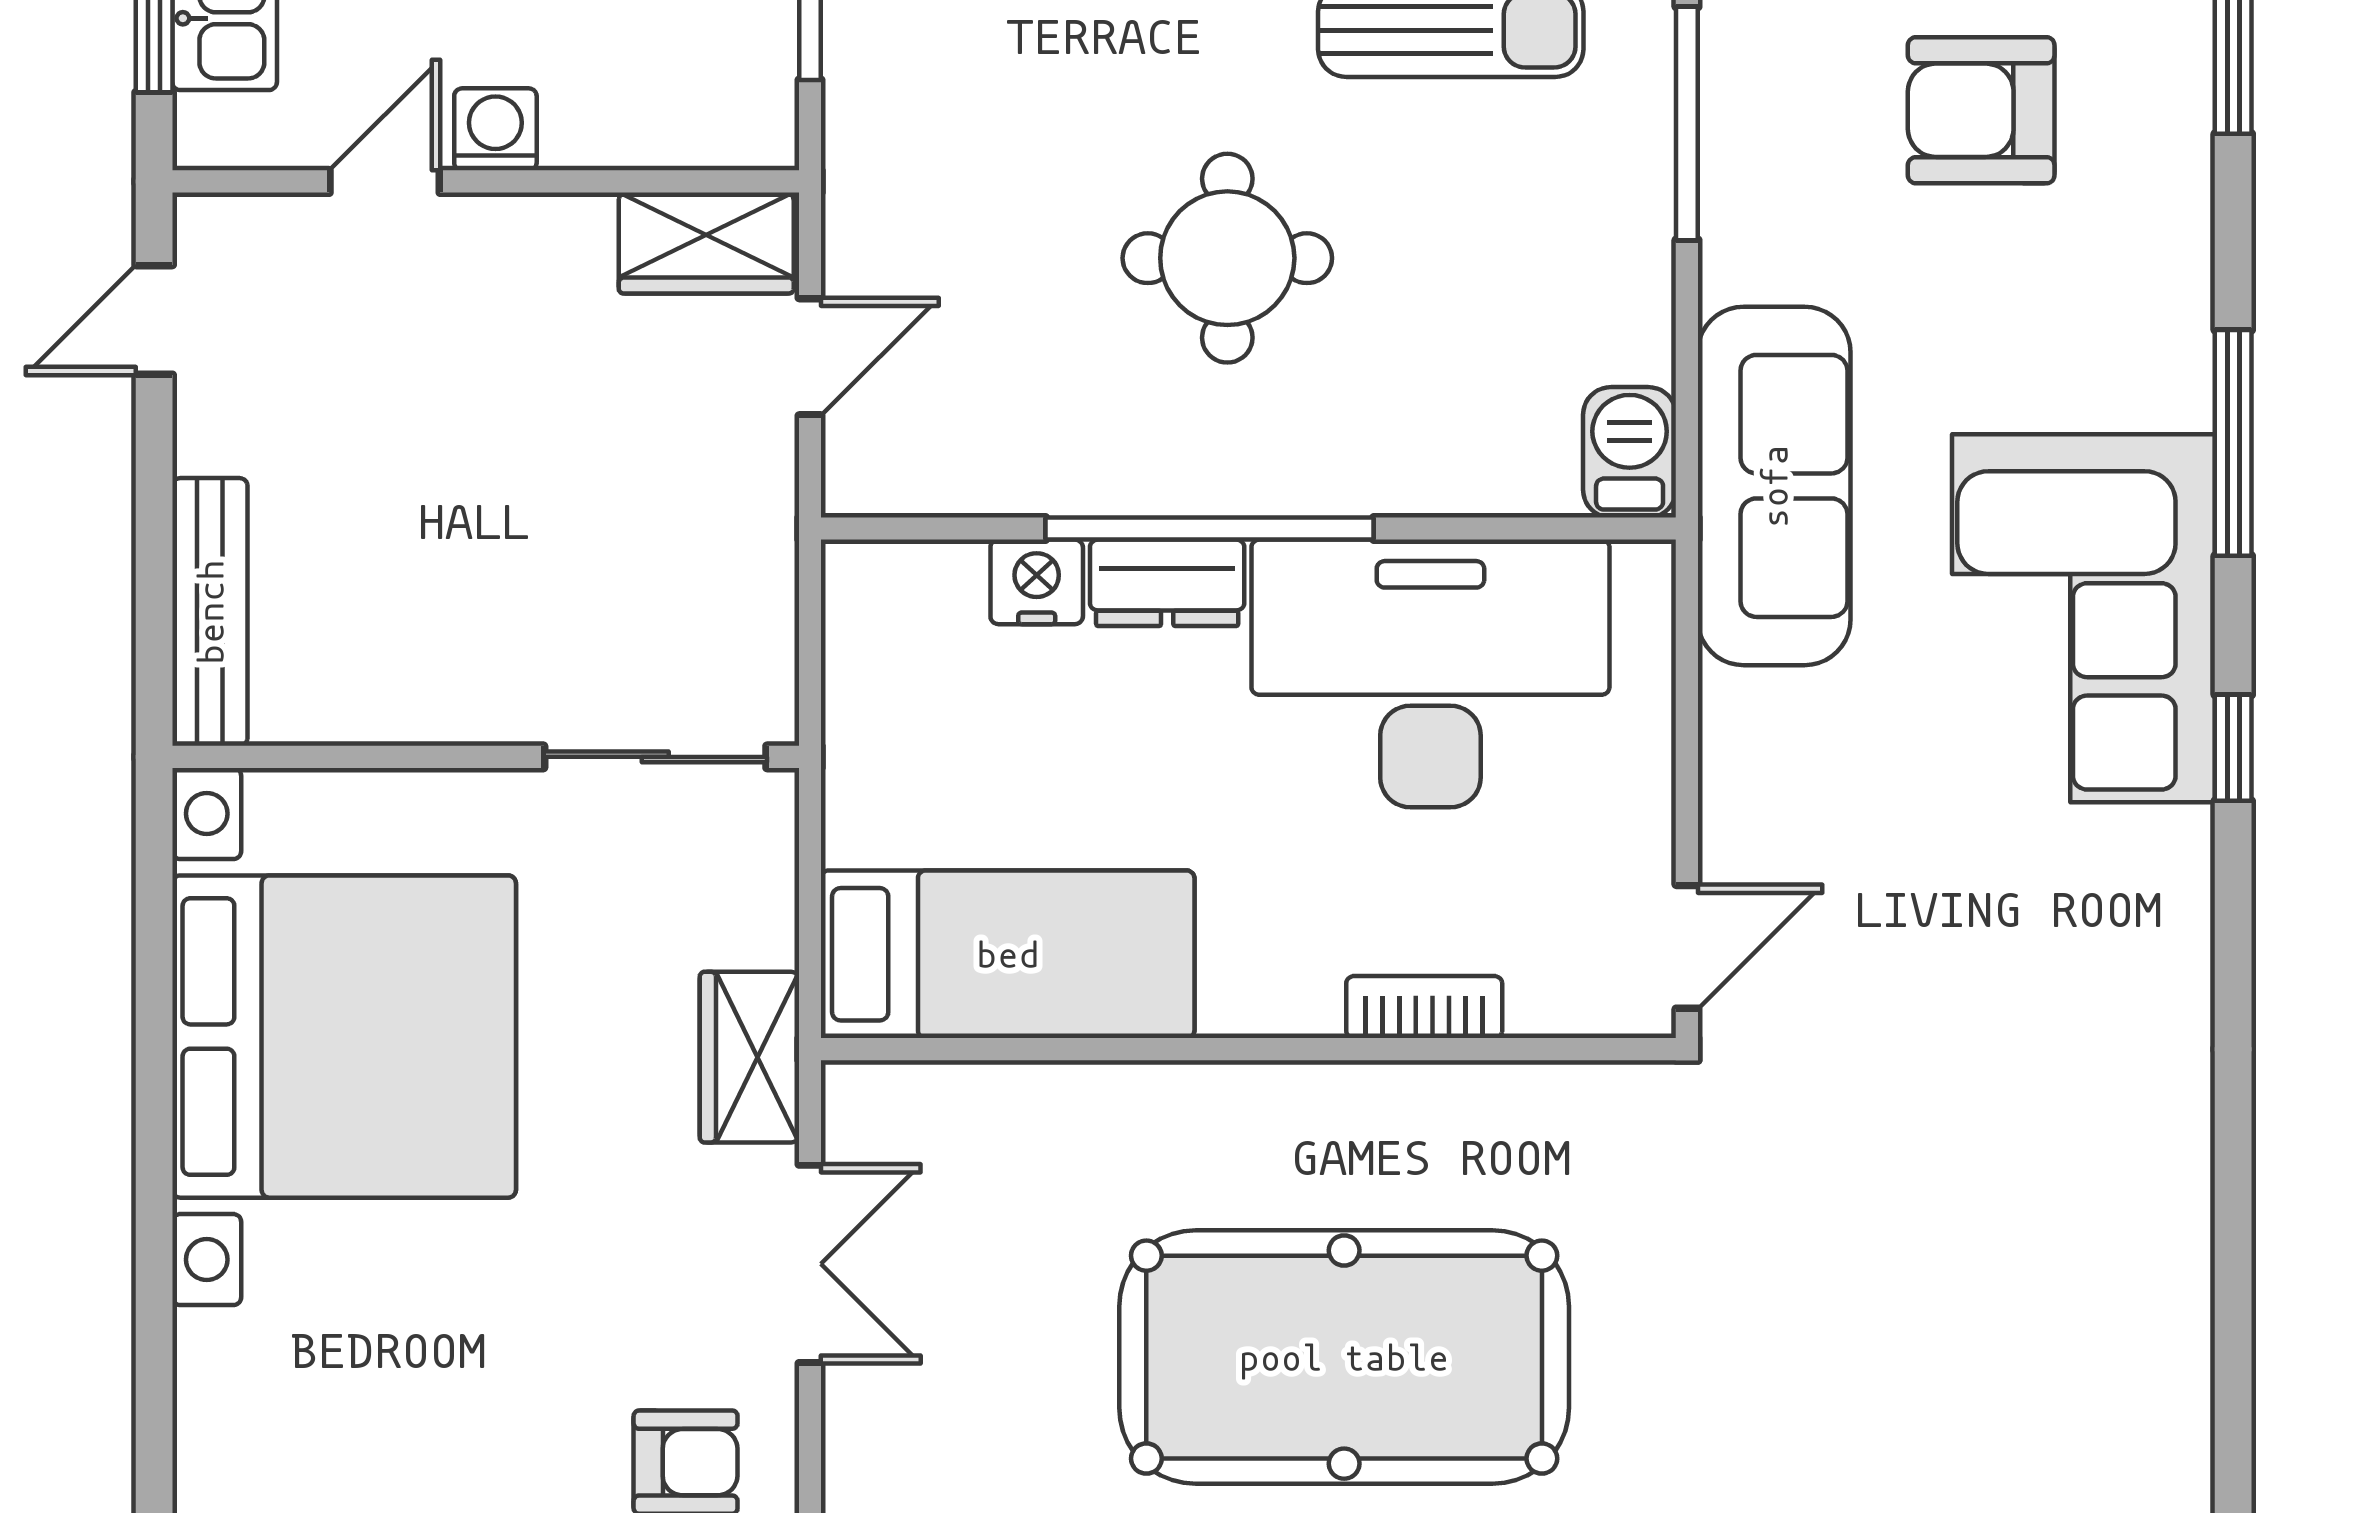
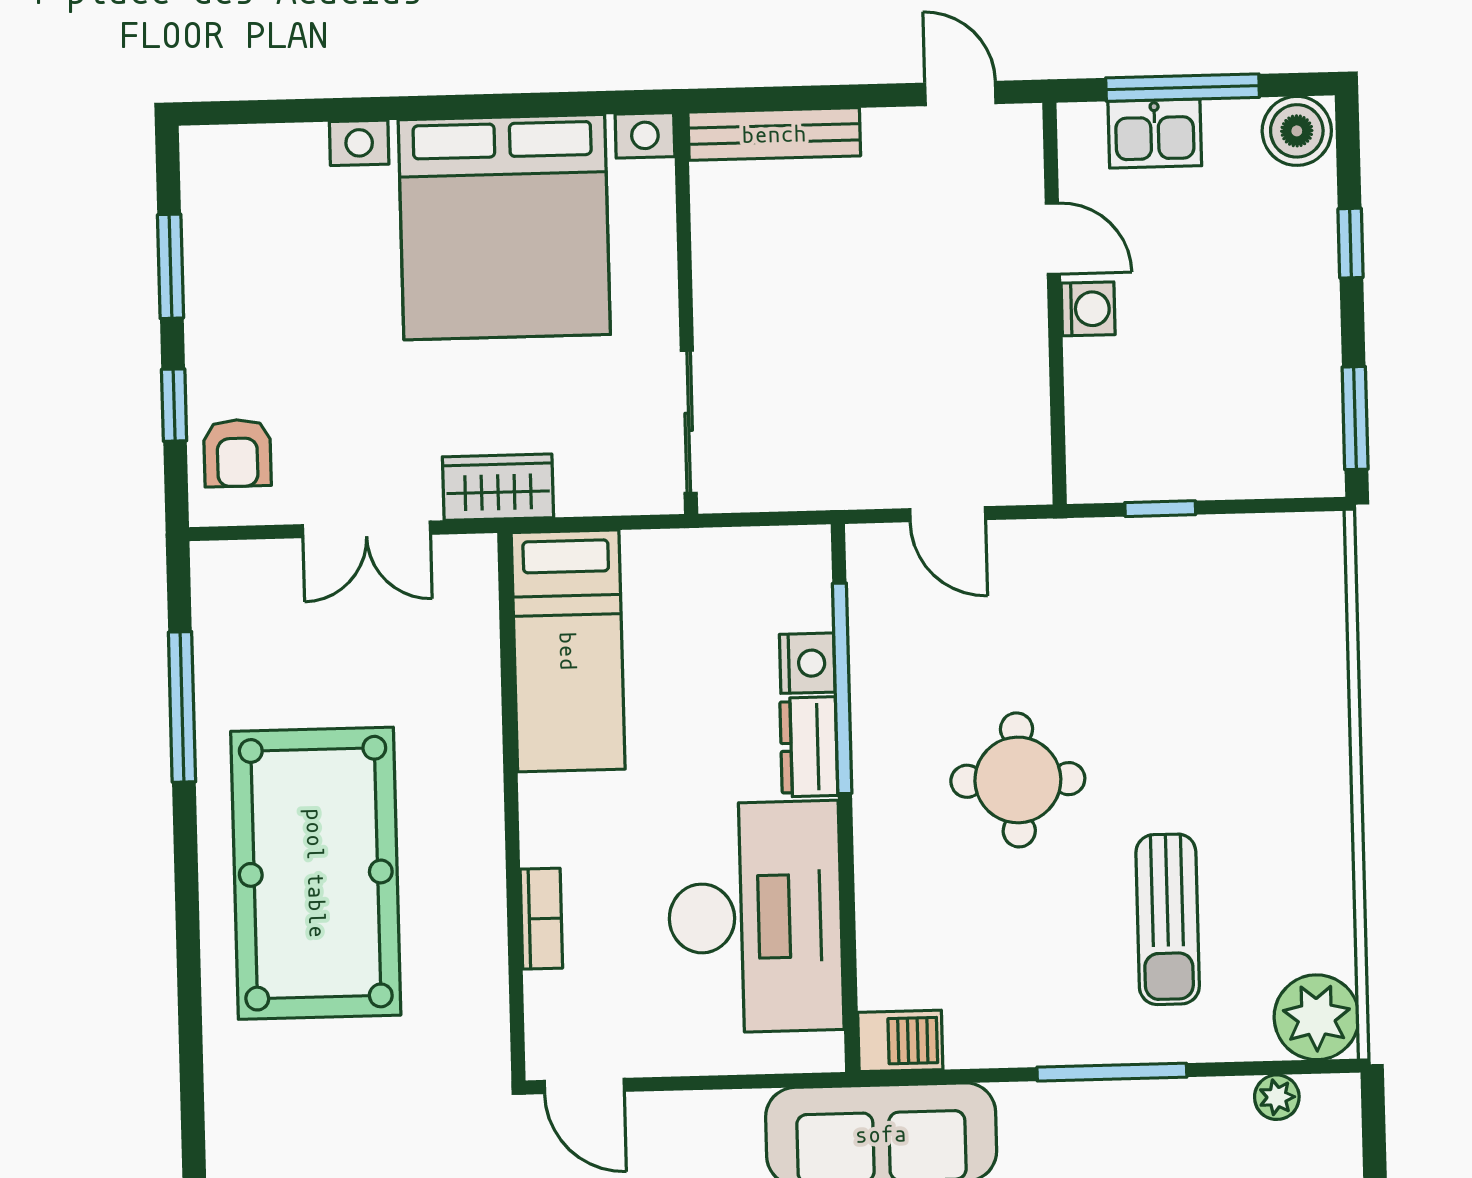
wardrobe: (706, 243) -> (1019, 446), removed
window: (1210, 529) -> (842, 688), moved

